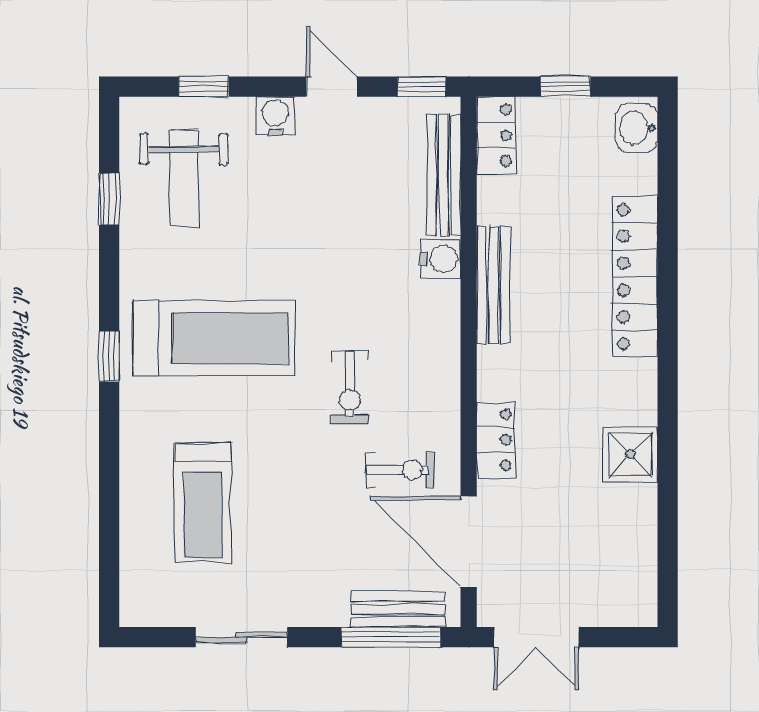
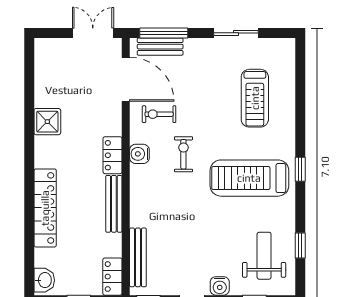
water cooler: (441, 259) -> (139, 154), moved
locker: (496, 440) -> (113, 155), moved
treadmill: (203, 503) -> (255, 98), turned 180

